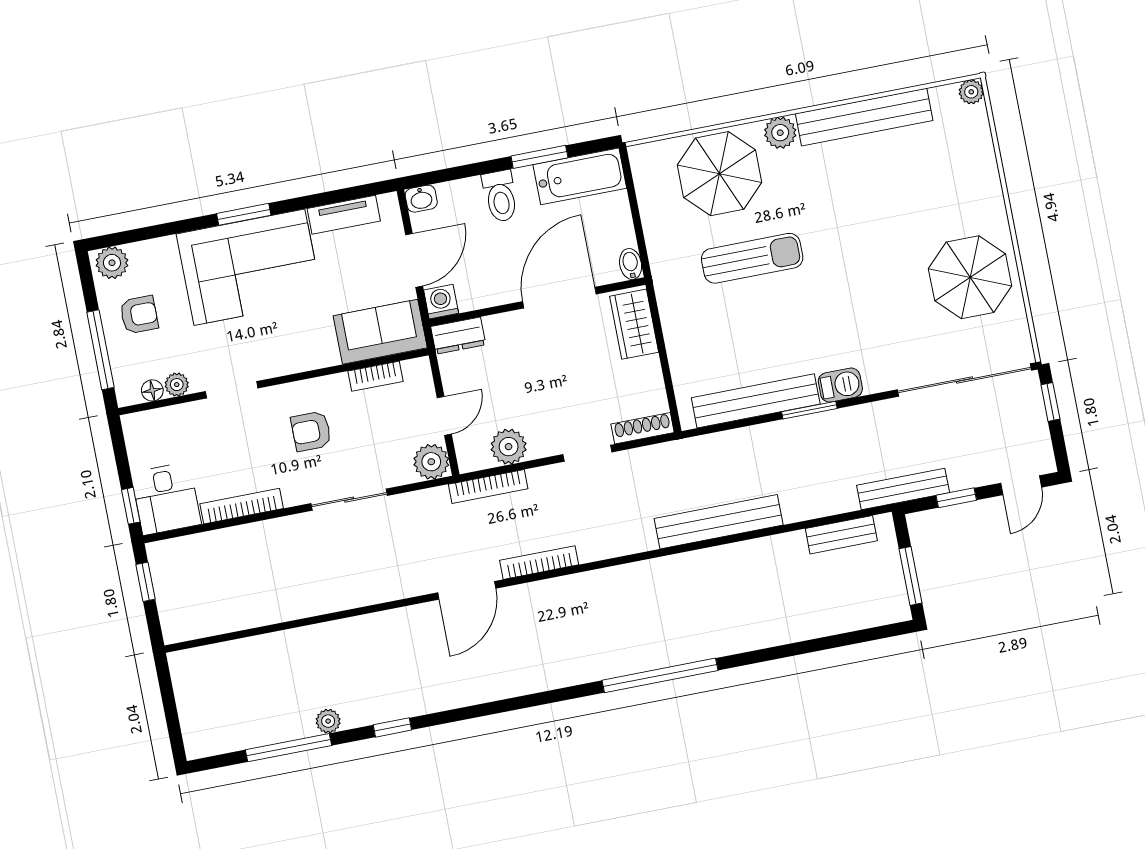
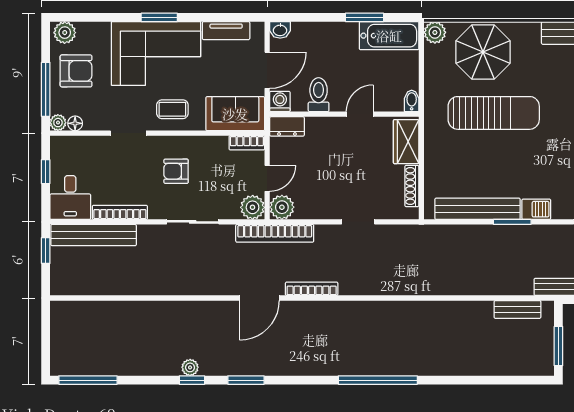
plant: (780, 133) -> (435, 32), moved
toilet: (500, 196) -> (319, 95), moved, turned 180
sun lounger: (752, 258) -> (494, 113), width x1.36, depth x1.34
door: (559, 298) -> (360, 114), width x0.53
armchair: (139, 315) -> (76, 71), width x1.38, depth x1.38
coffee table: (288, 343) -> (172, 109), added
bookcase: (375, 376) -> (247, 143), moved
plant: (177, 385) -> (58, 123), moved
shoe rack: (643, 428) -> (412, 186), moved, turned -90
plant: (509, 447) -> (282, 207), moved
bookcase: (488, 486) -> (275, 233), width x1.48, depth x1.31
window: (131, 506) -> (46, 172), moved
bench: (719, 522) -> (94, 235), moved
window: (470, 712) -> (246, 380), added
plant: (328, 721) -> (190, 367), moved
window: (289, 748) -> (88, 380), moved

